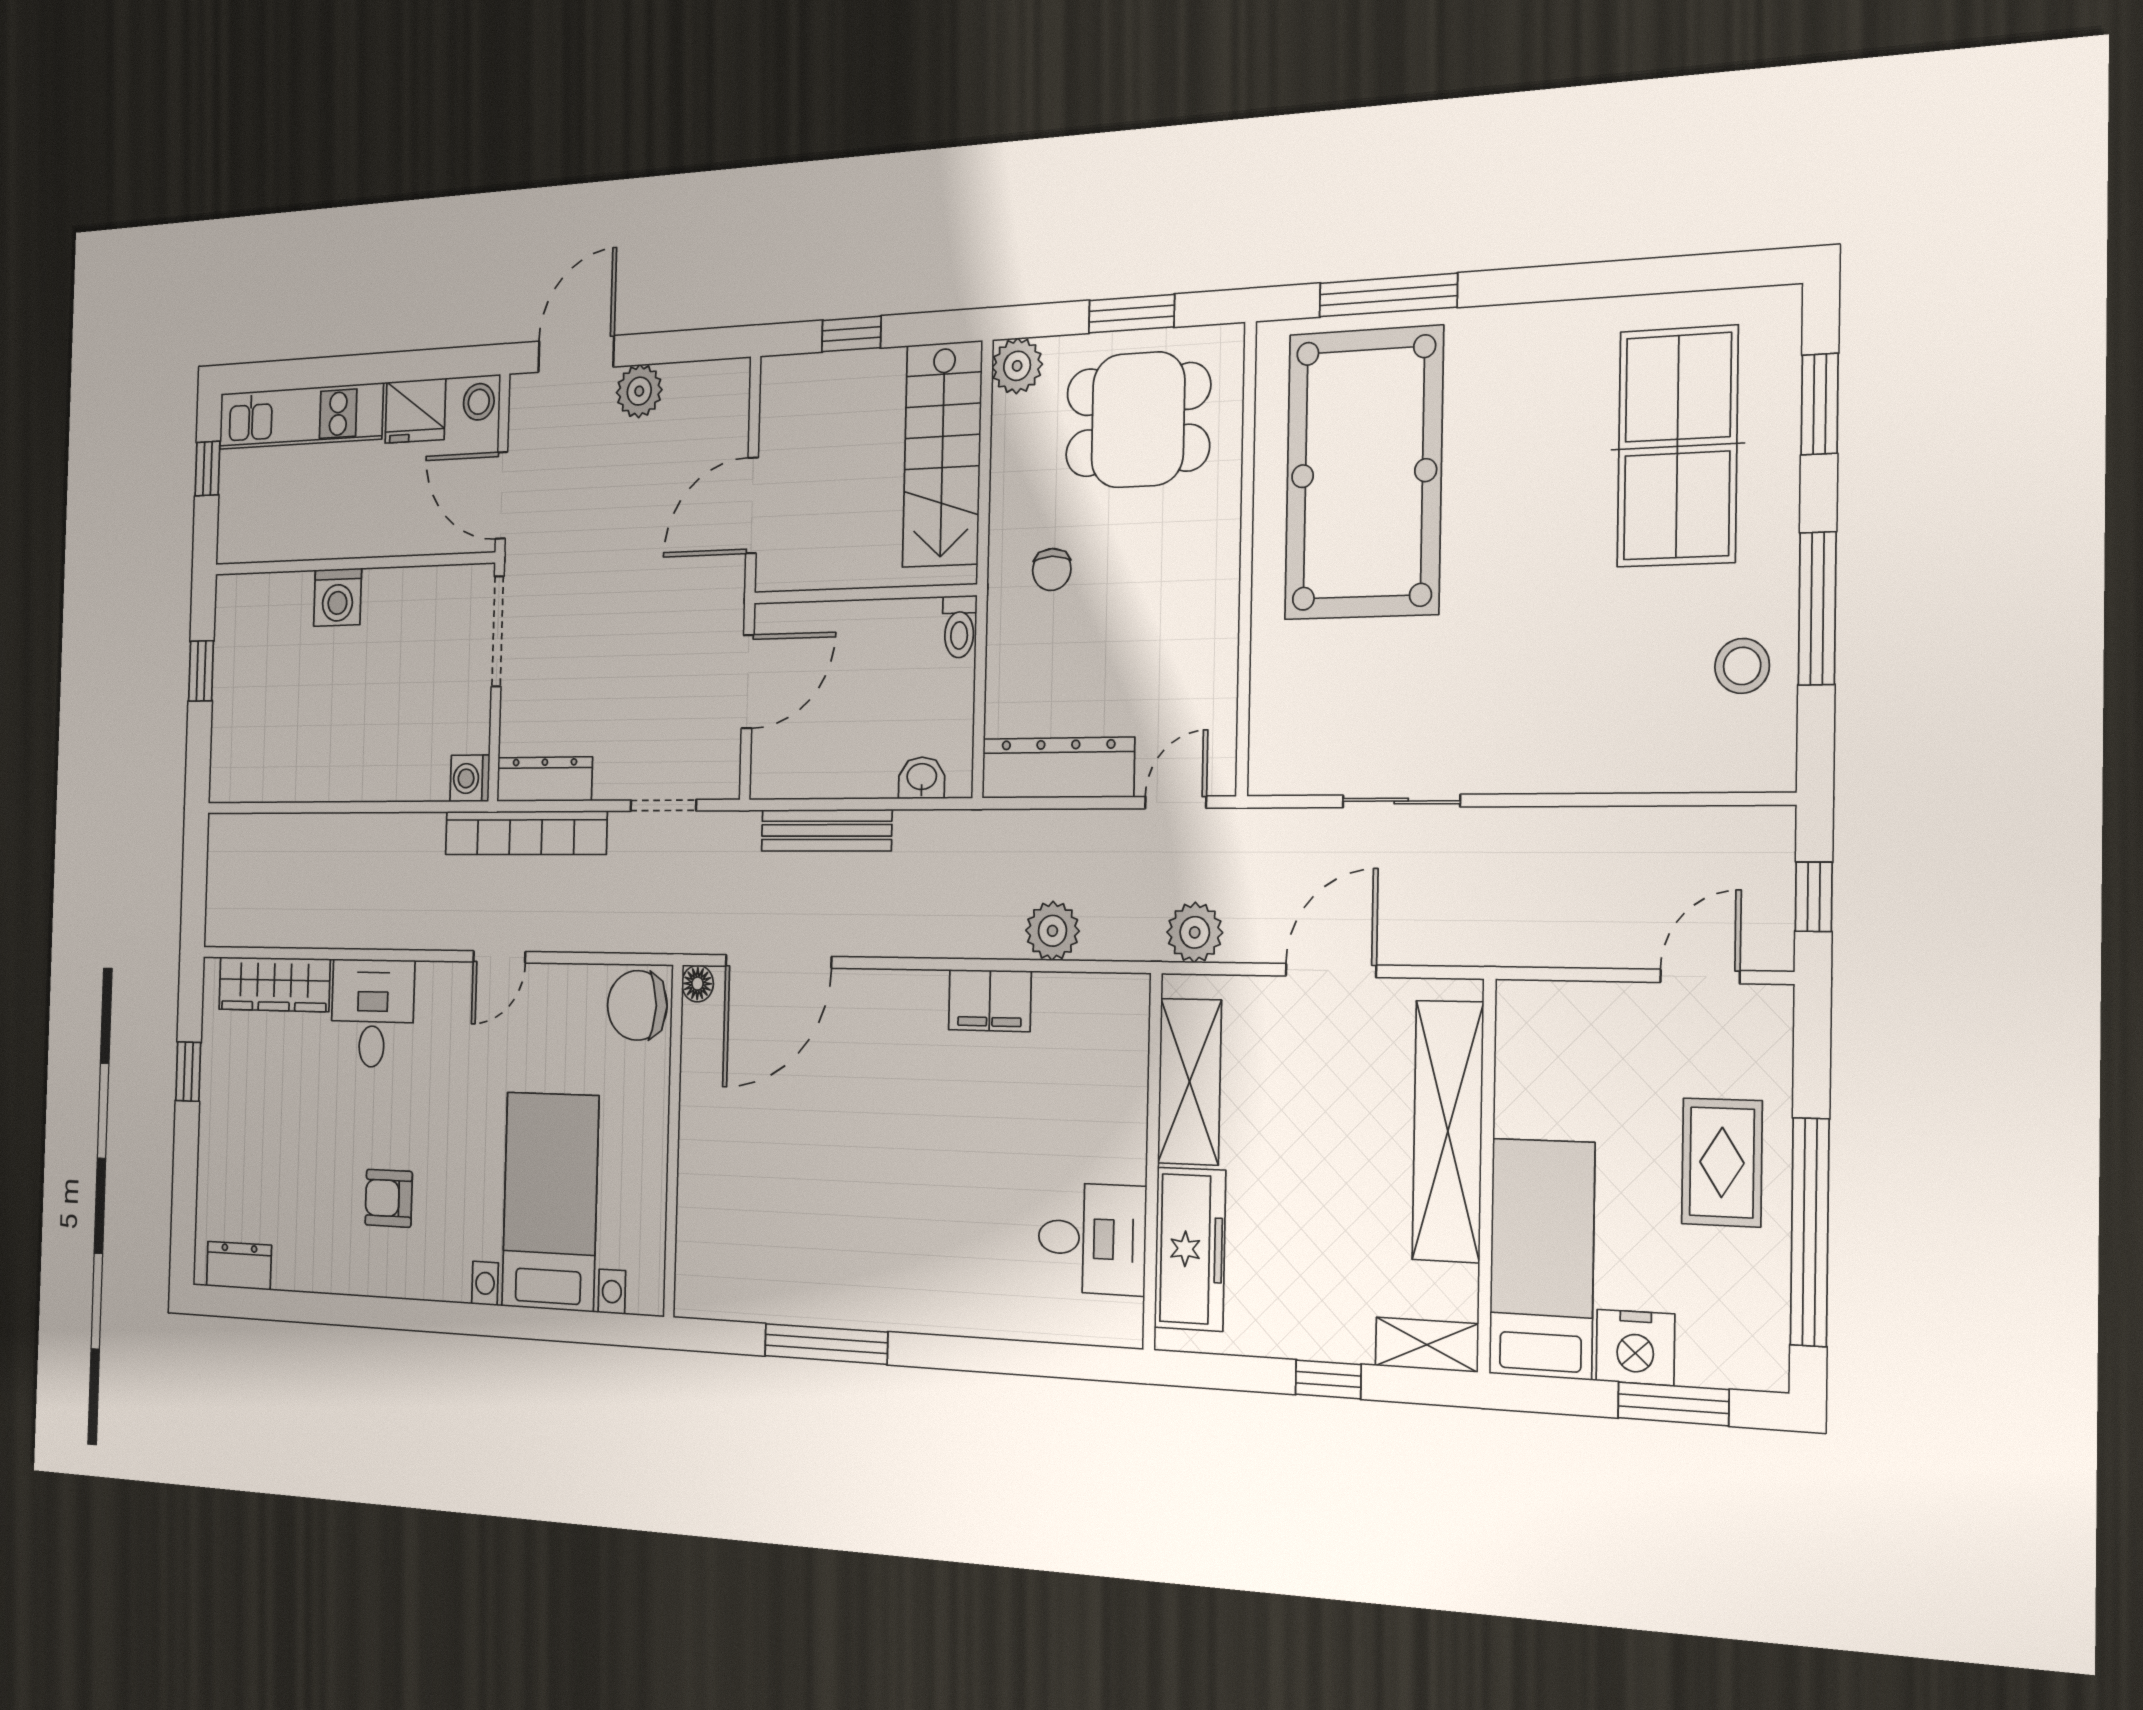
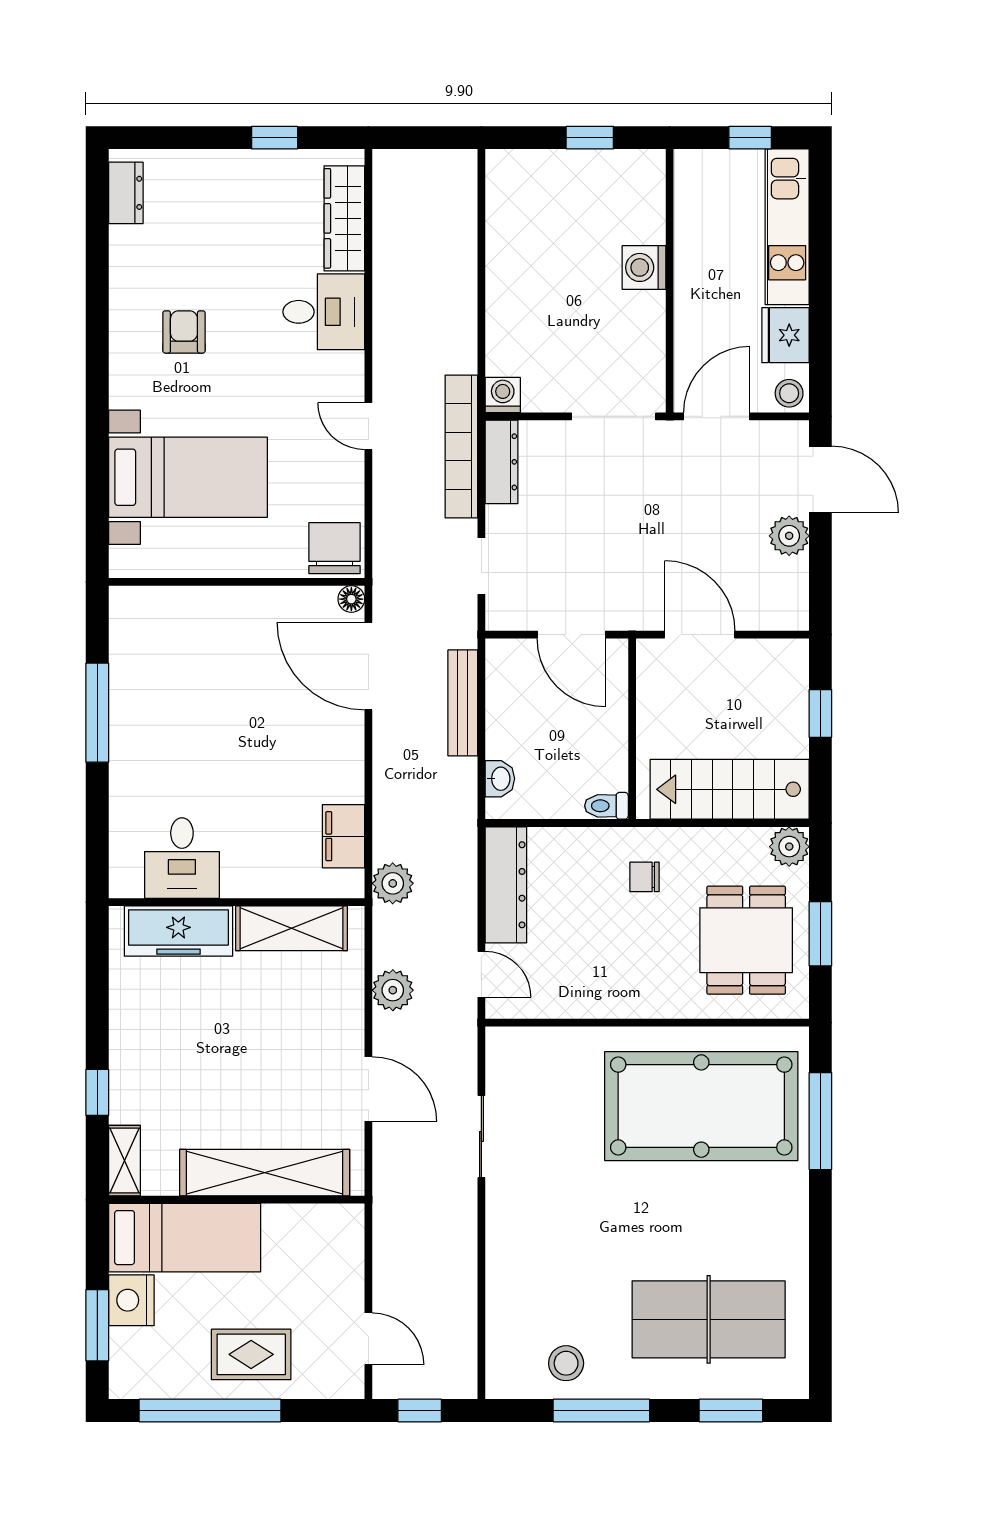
shelving: (1189, 1082) -> (292, 928), moved
wall: (1152, 1161) -> (237, 902), moved
desk: (1092, 1239) -> (182, 858), moved
freezer: (1190, 1249) -> (178, 931), moved

